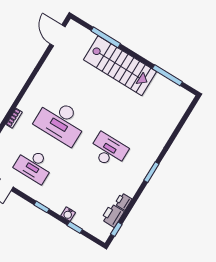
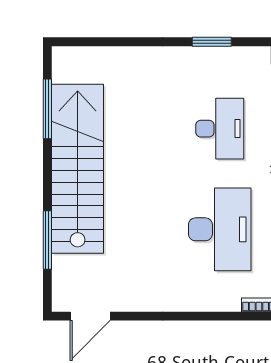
stairs: (120, 66) -> (78, 169), width x1.36
desk: (108, 151) -> (220, 129), turned 180

